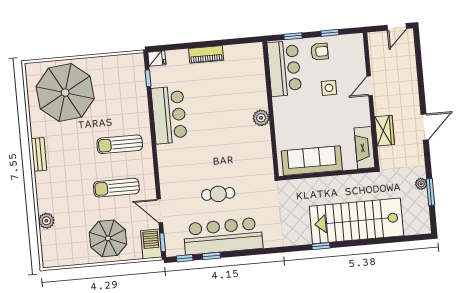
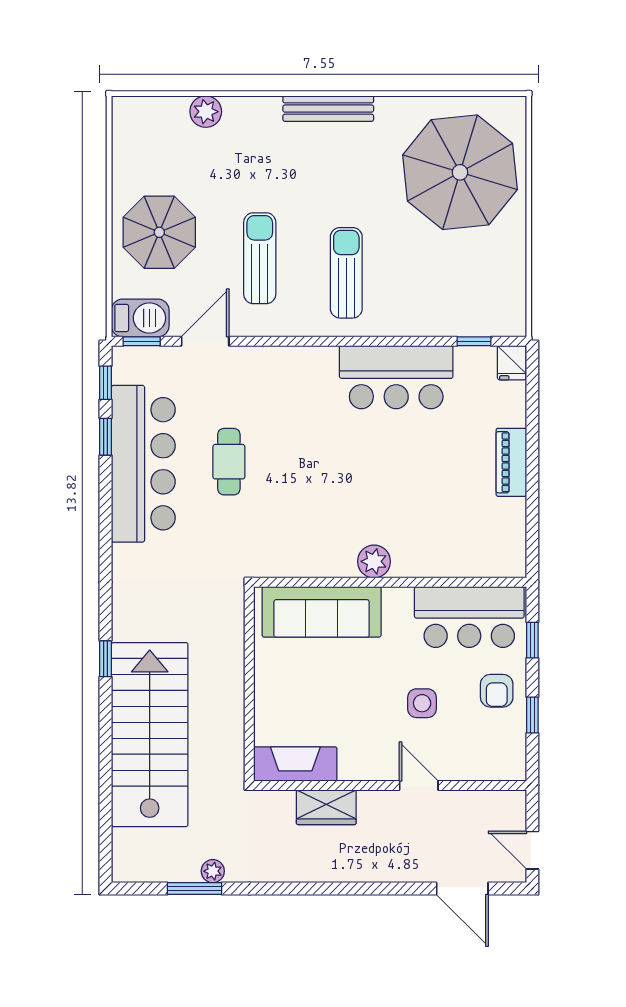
door: (425, 127) -> (462, 889), moved
bench: (39, 154) -> (328, 109), width x1.36
sofa: (312, 161) -> (322, 612), moved, turned 90

